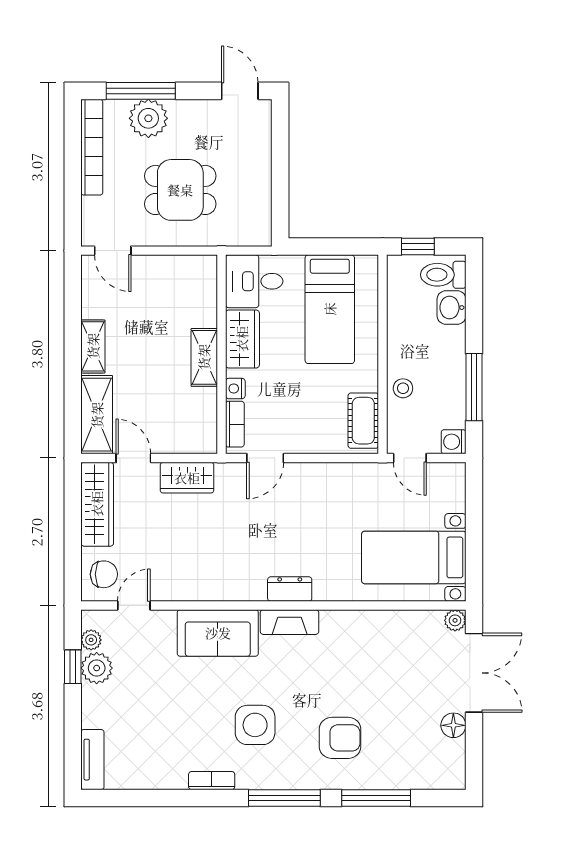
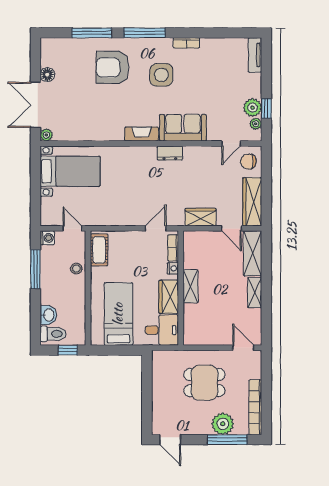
dresser: (290, 589) -> (170, 153), moved
armchair: (340, 738) -> (113, 67), width x1.36, depth x1.36

